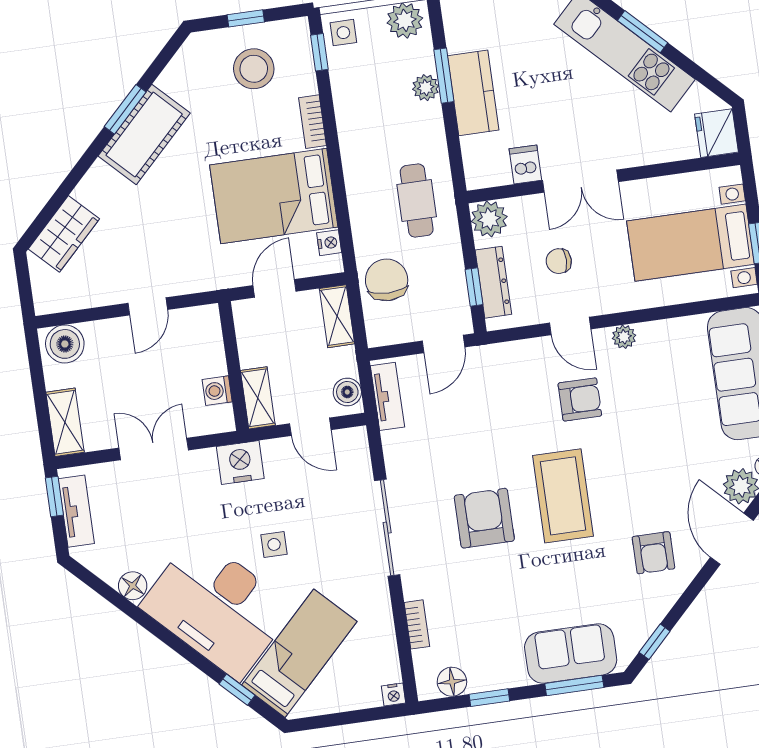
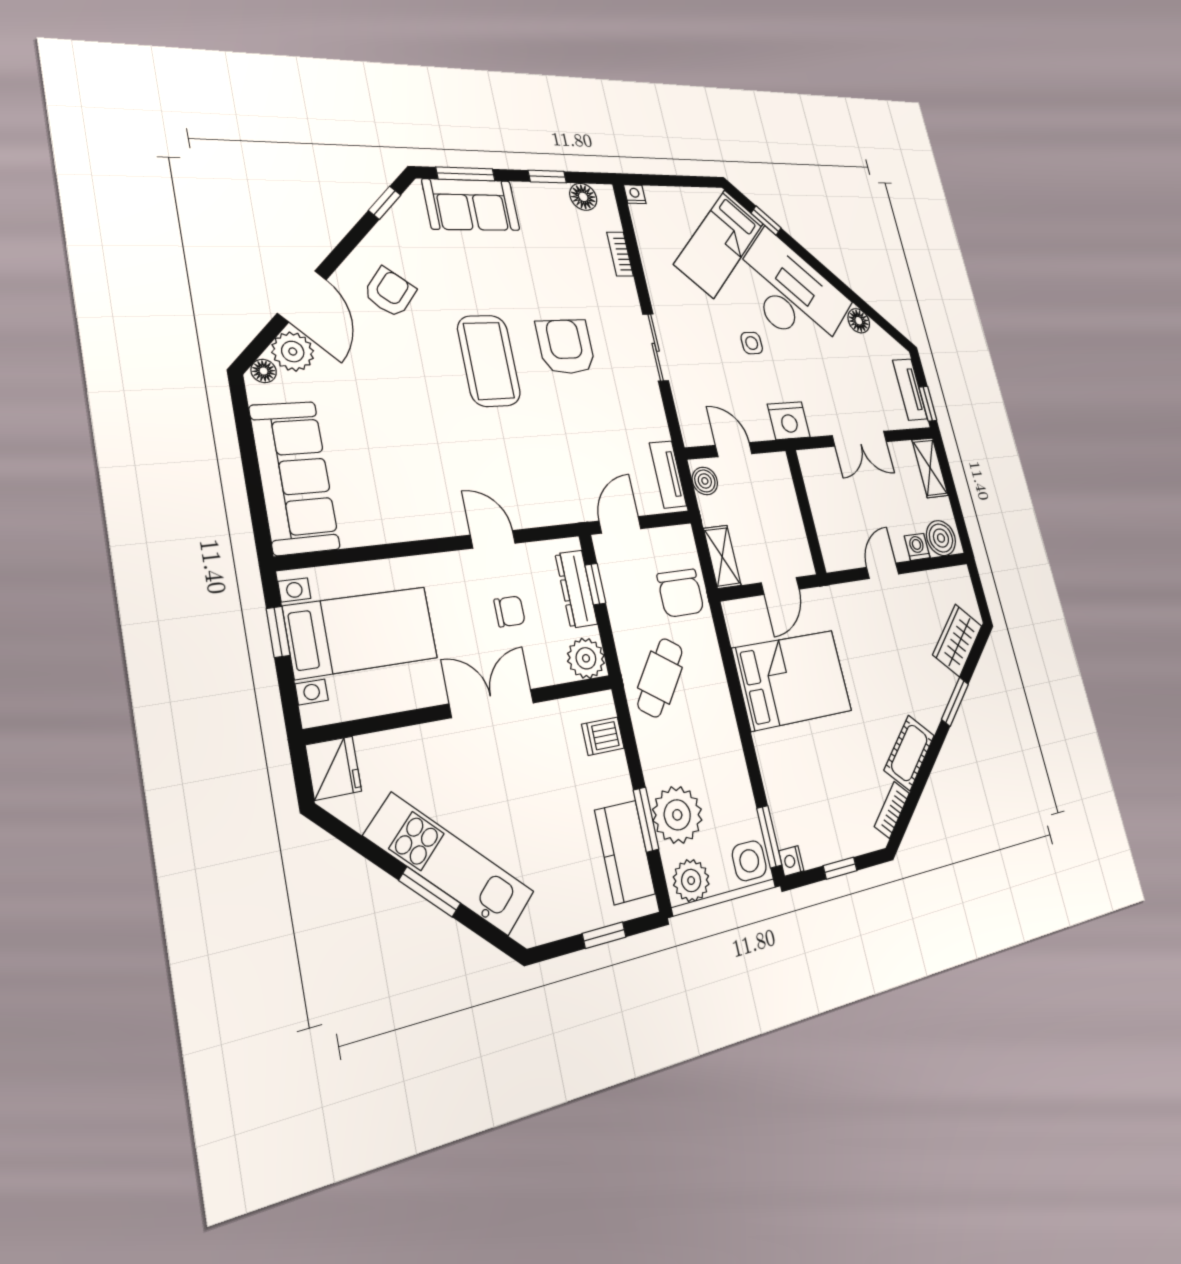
side table: (343, 33) -> (749, 861), width x1.37, depth x1.37
window: (319, 52) -> (769, 837), width x1.50
stool: (254, 69) -> (826, 814), removed
plant: (426, 88) -> (677, 815), width x1.87, depth x1.87
kitchen counter: (473, 93) -> (625, 852), moved
window: (125, 109) -> (955, 702), moved
bookcase: (313, 122) -> (892, 810), moved, turned -135
cot: (144, 135) -> (909, 753), width x0.73, depth x0.75
dishwasher: (525, 164) -> (603, 736), moved, turned 90
cafe table: (417, 201) -> (660, 678), turned 35
nightstand: (329, 243) -> (791, 861), moved
plant: (624, 337) -> (433, 525), removed
washing machine: (217, 391) -> (917, 547), moved, turned -90
shelving: (258, 398) -> (782, 480), removed
armchair: (580, 399) -> (478, 459), removed
armchair: (484, 518) -> (566, 347), turned 180
sliding door: (387, 528) -> (656, 347), width x0.73
armchair: (653, 553) -> (390, 292), turned 39

